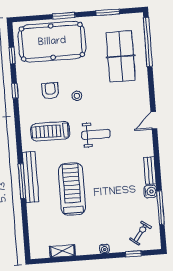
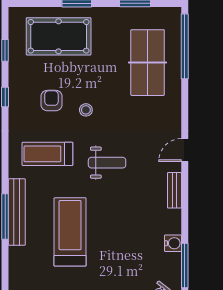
pool table: (52, 42) -> (59, 36), width x0.73, depth x0.76
bench: (150, 171) -> (174, 190), moved

